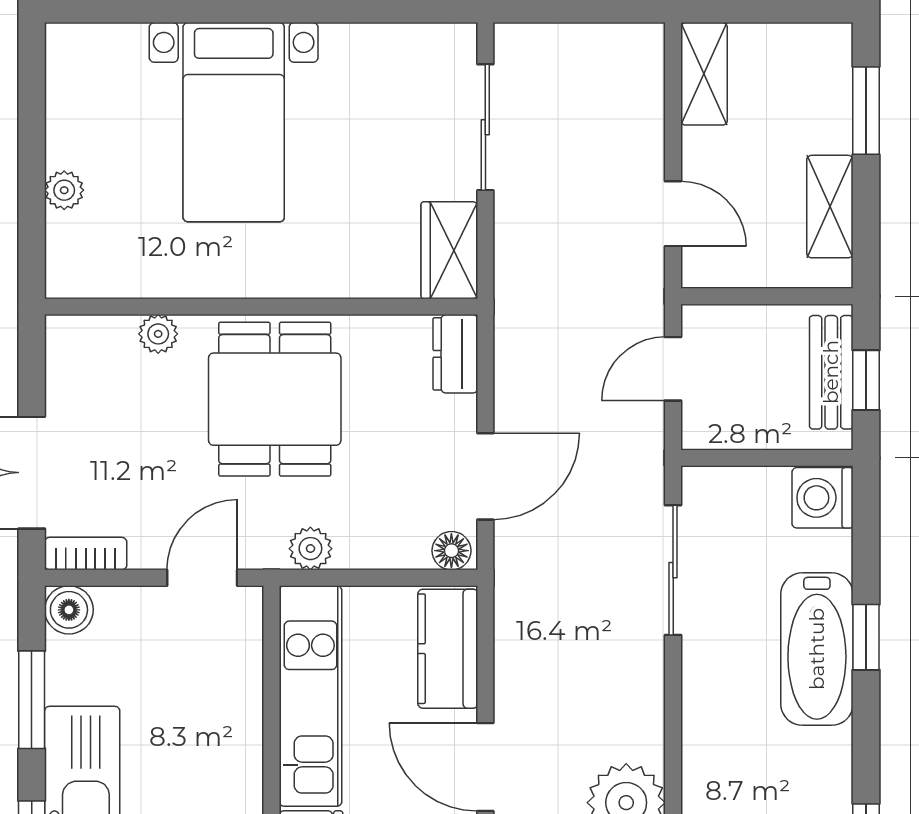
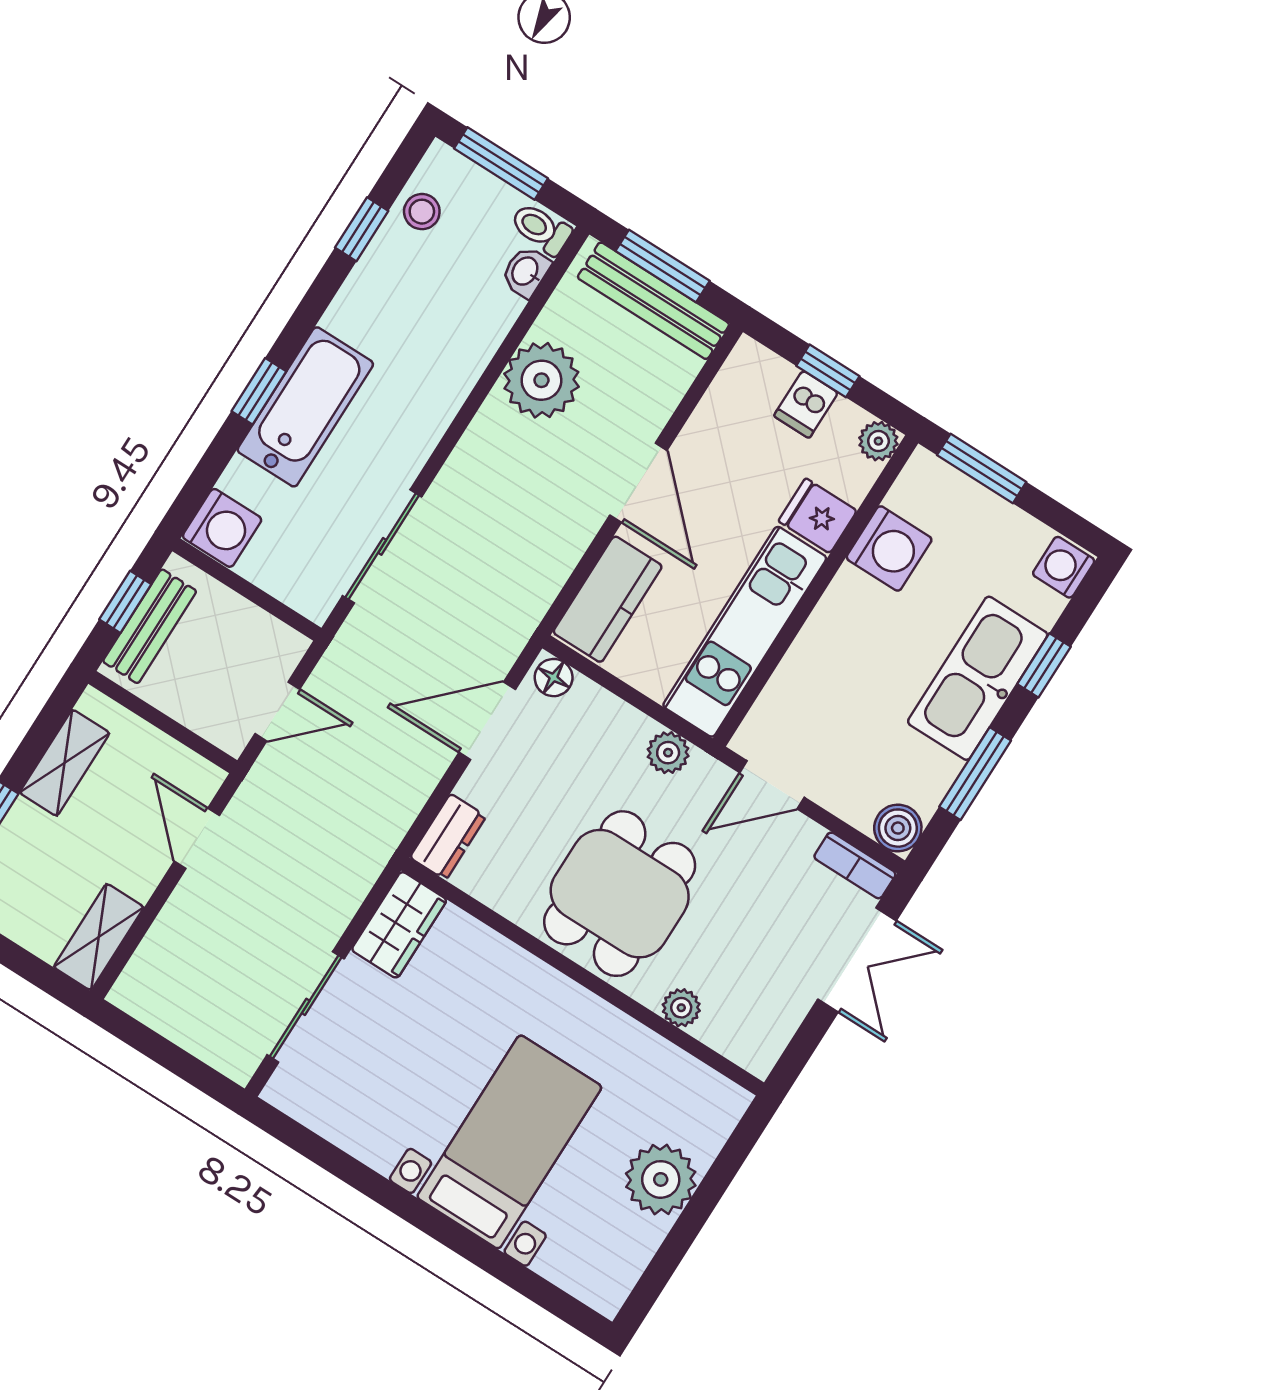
plant: (64, 190) -> (661, 1179), width x1.88, depth x1.88

